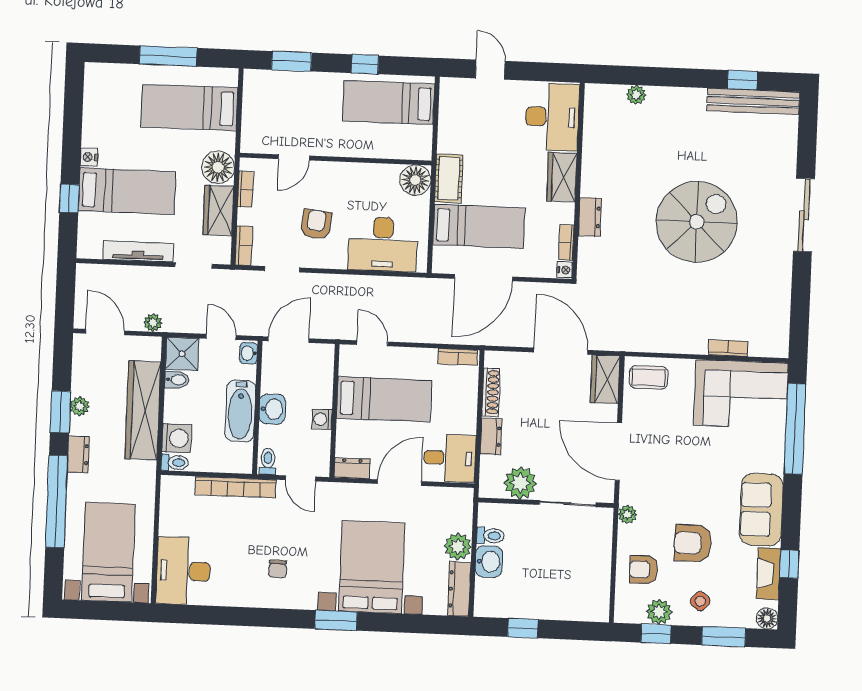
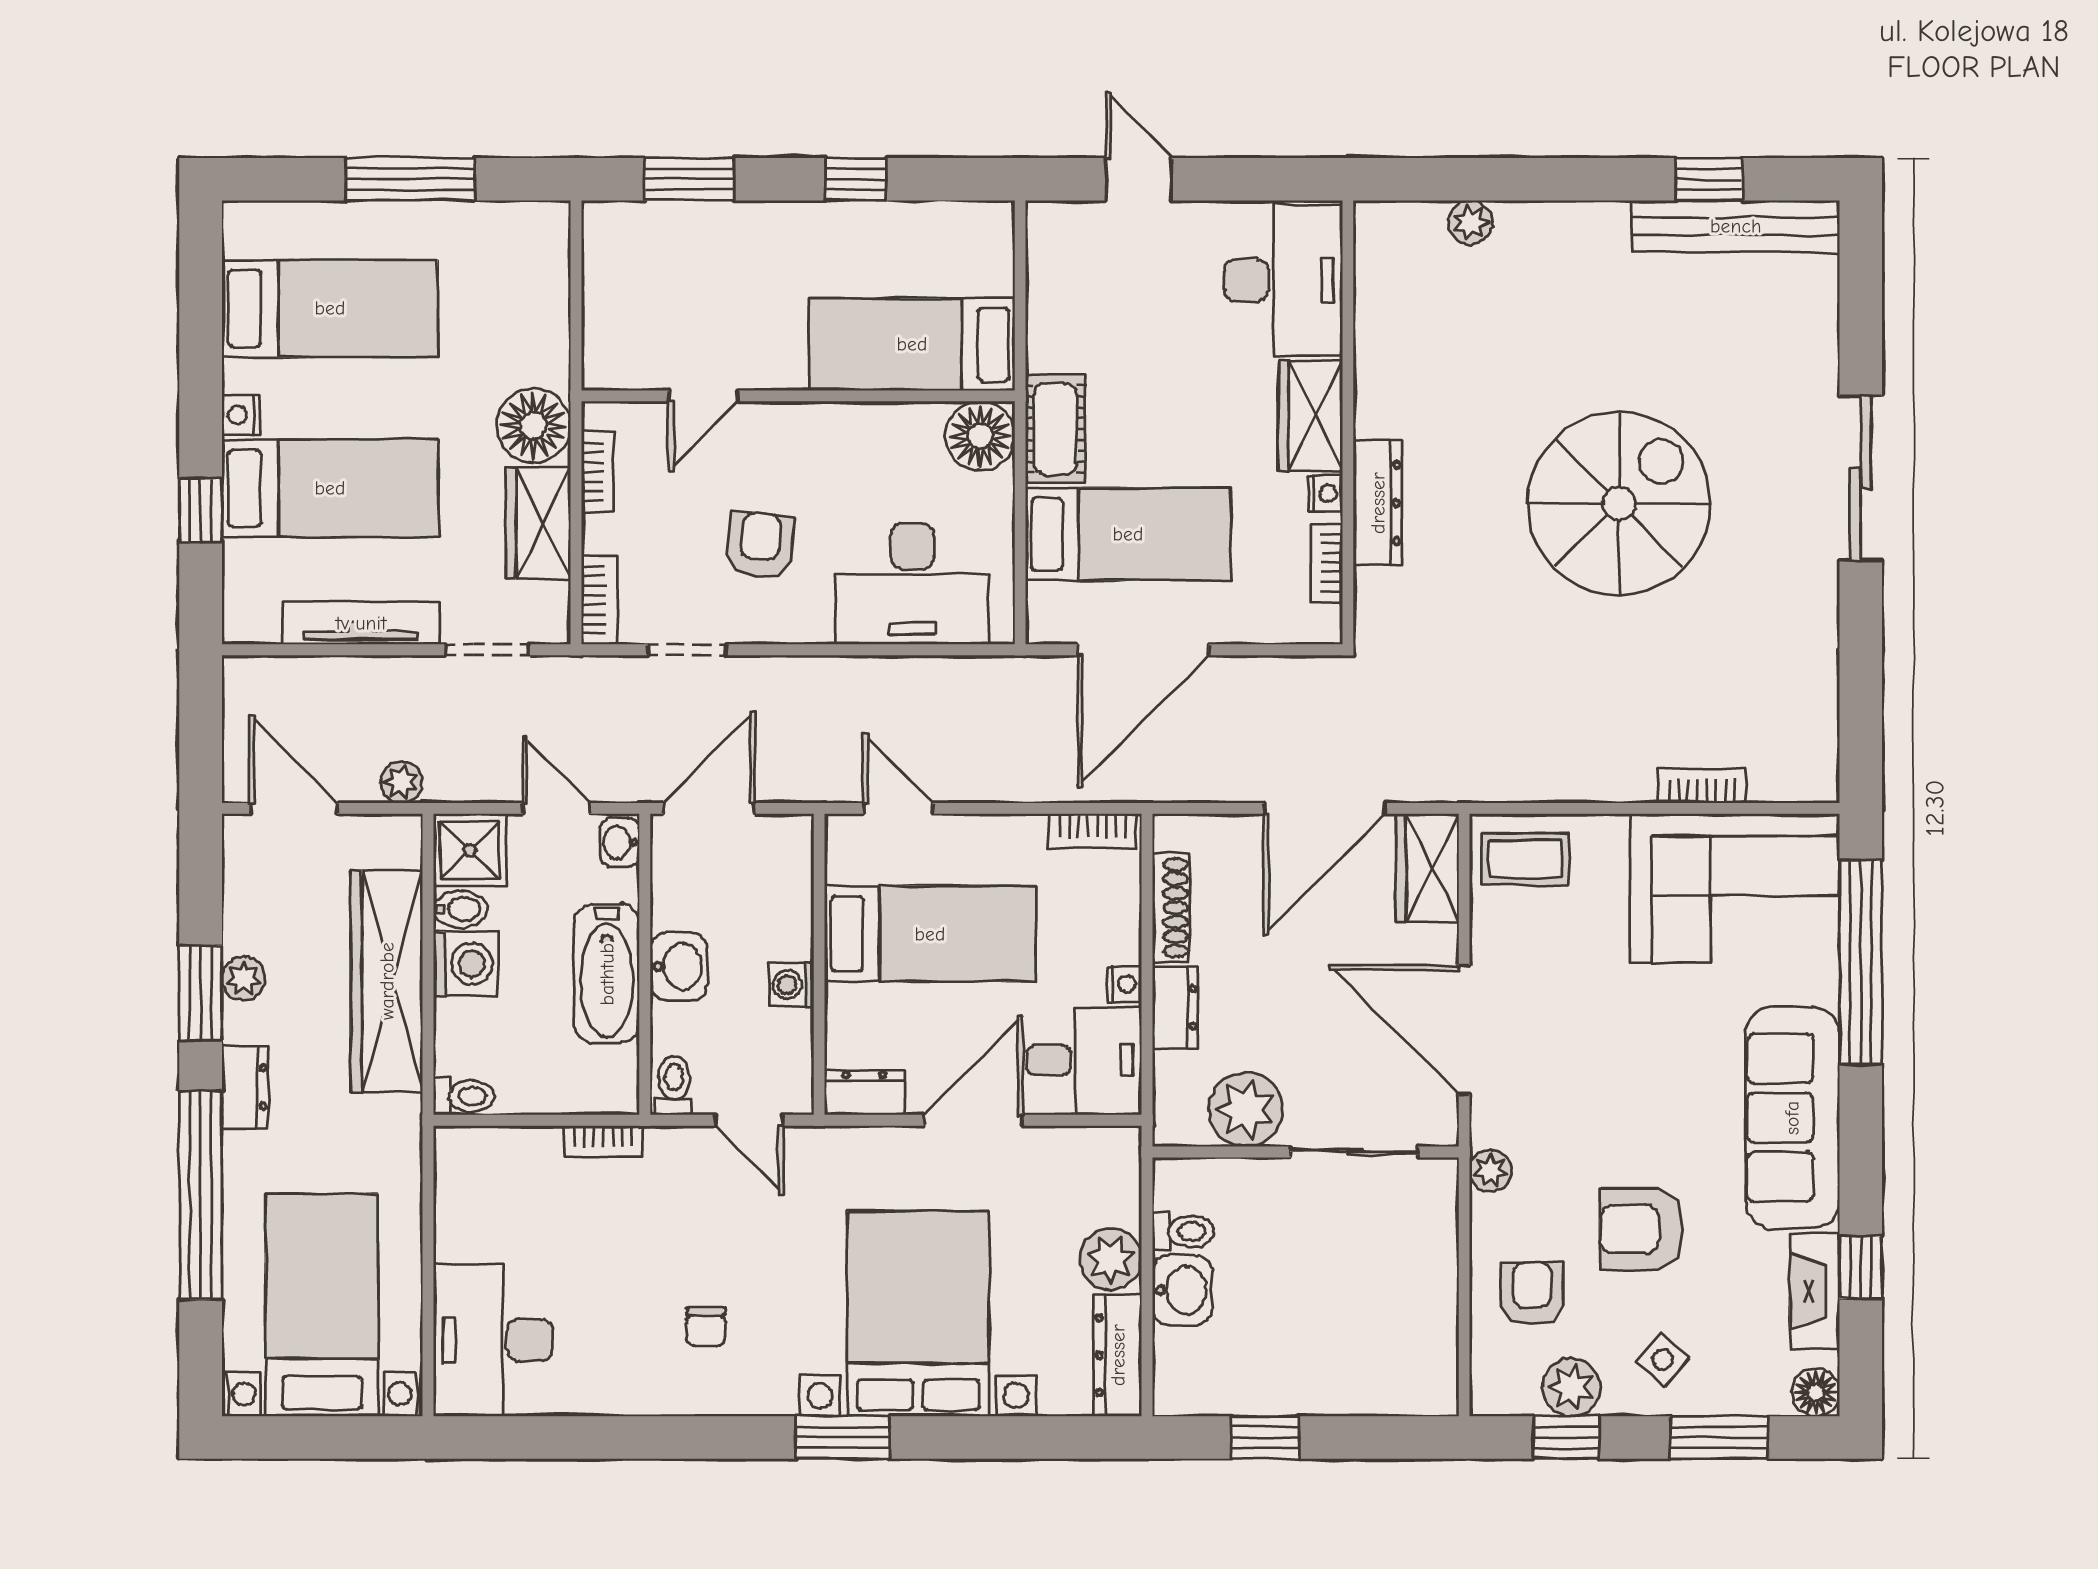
bed: (389, 103) -> (912, 344), moved
bed: (189, 107) -> (330, 308), moved, turned 180
dresser: (590, 217) -> (1378, 503), width x1.44
nightstand: (565, 270) -> (1325, 493), moved
door: (561, 351) -> (1325, 808), swing flipped
nightstand: (469, 425) -> (1124, 984), added
washing machine: (177, 438) -> (466, 964), moved
bookcase: (236, 487) -> (603, 1141), width x0.43, depth x0.76
sofa: (761, 510) -> (1792, 1118), width x1.36
armchair: (644, 570) -> (1532, 1294), turned 90

